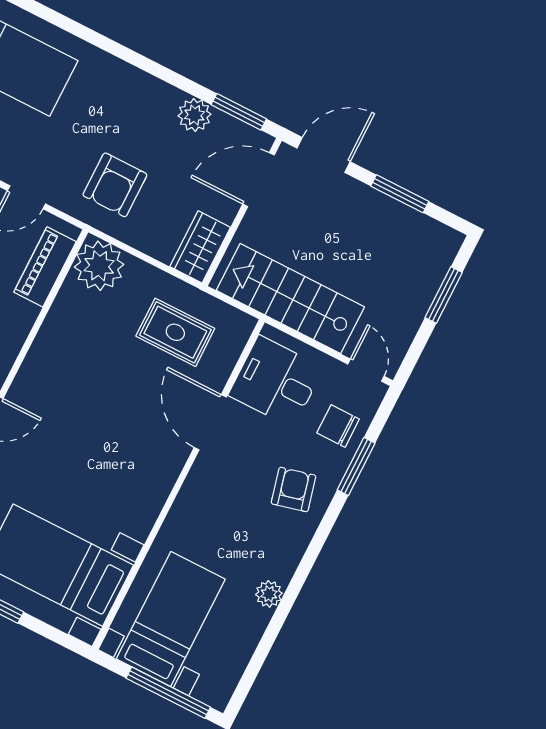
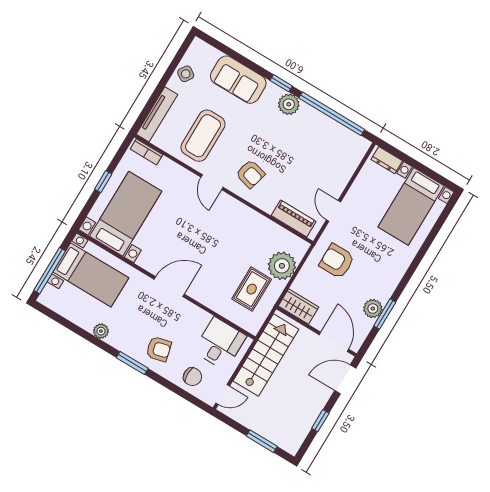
window: (239, 112) -> (385, 314), moved
door: (323, 155) -> (345, 379), swing flipped
window: (400, 194) -> (320, 421), width x0.67
plant: (99, 266) -> (282, 266), moved
door: (210, 422) -> (169, 287), moved
chair: (338, 426) -> (192, 377), turned 90
window: (356, 467) -> (132, 363), moved

